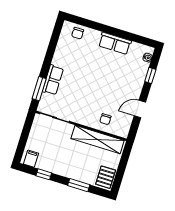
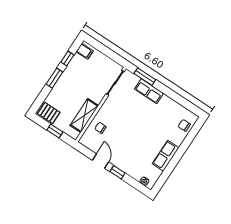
window: (150, 75) -> (118, 172), moved
shelving: (98, 140) -> (84, 116), width x0.68
window: (122, 165) -> (55, 131), added
window: (79, 185) -> (54, 78), moved

